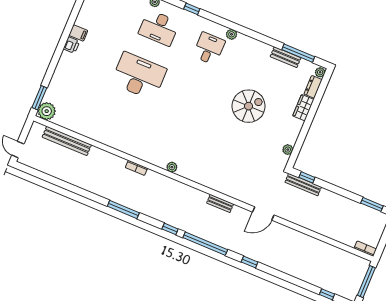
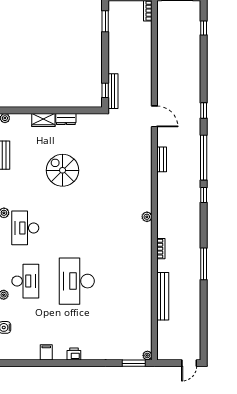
filing cabinet: (78, 33) -> (46, 352), moved
desk: (209, 49) -> (25, 228), width x1.37
dresser: (313, 87) -> (66, 119), moved
plant: (47, 111) -> (147, 355), width x0.53, depth x0.53
bench: (67, 141) -> (163, 296), moved
plant: (288, 150) -> (87, 118), removed
window: (123, 209) -> (204, 264), moved

